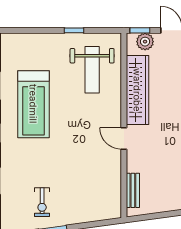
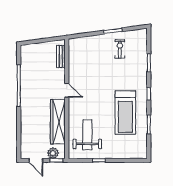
treadmill: (33, 104) -> (125, 113), turned 180

